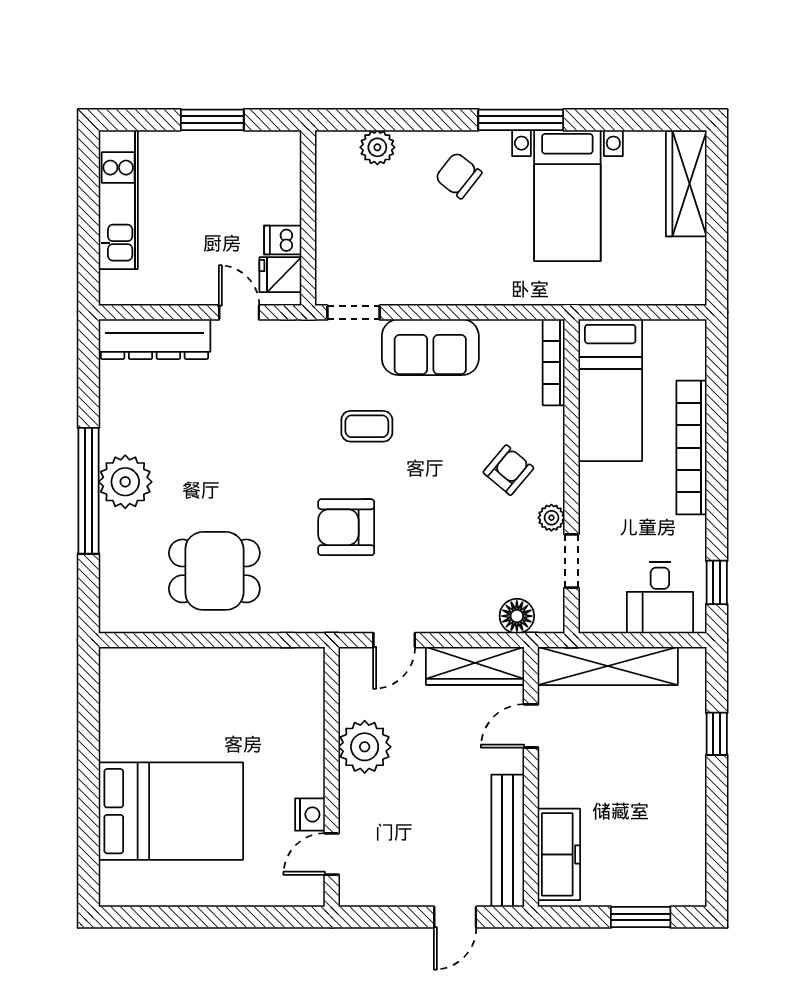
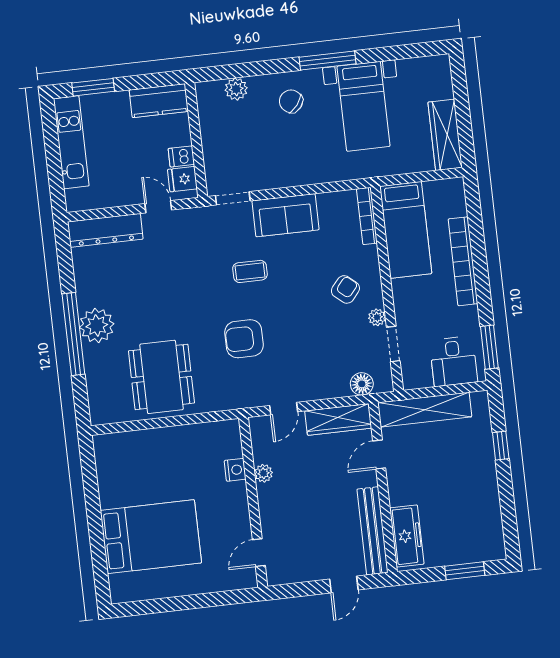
window: (212, 120) -> (93, 87), moved
kitchen counter: (258, 152) -> (159, 101), added
wardrobe: (686, 184) -> (445, 135), moved
dining table: (214, 571) -> (161, 377), width x1.38
window: (717, 582) -> (489, 347), width x1.50
plant: (365, 747) -> (263, 473), width x0.53, depth x0.53
nightstand: (310, 814) -> (235, 470), moved

